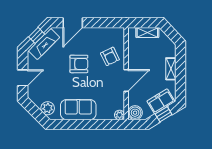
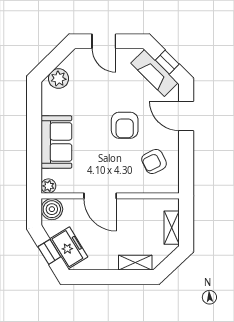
armchair: (110, 56) -> (154, 162), moved
shelving: (171, 69) -> (135, 263), moved
sofa: (78, 110) -> (56, 142), moved

